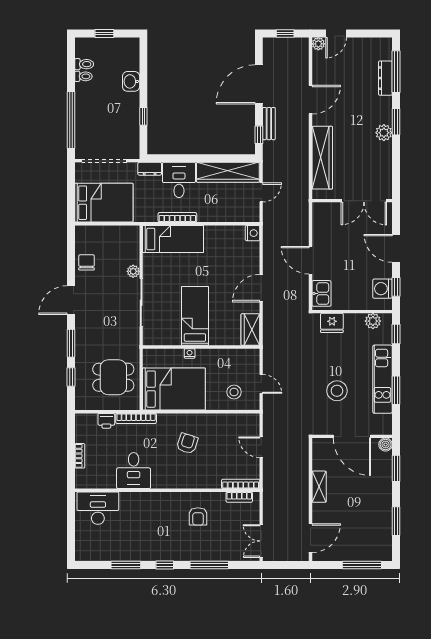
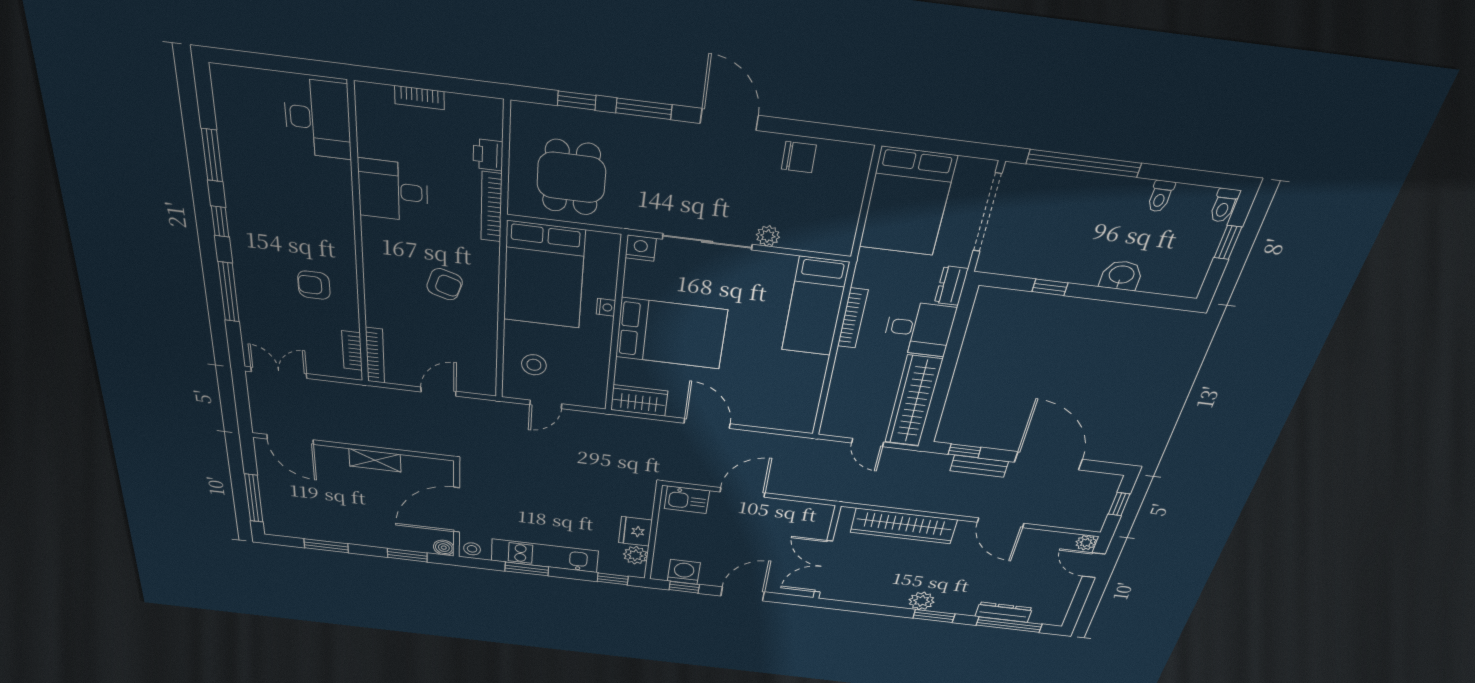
toilet: (84, 64) -> (1224, 205), moved
nightstand: (253, 233) -> (641, 248), moved, turned 180
bed: (195, 316) -> (671, 333), width x1.50
fridge: (332, 323) -> (635, 531), moved
stool: (337, 391) -> (472, 549), moved, width x0.53, depth x0.53

